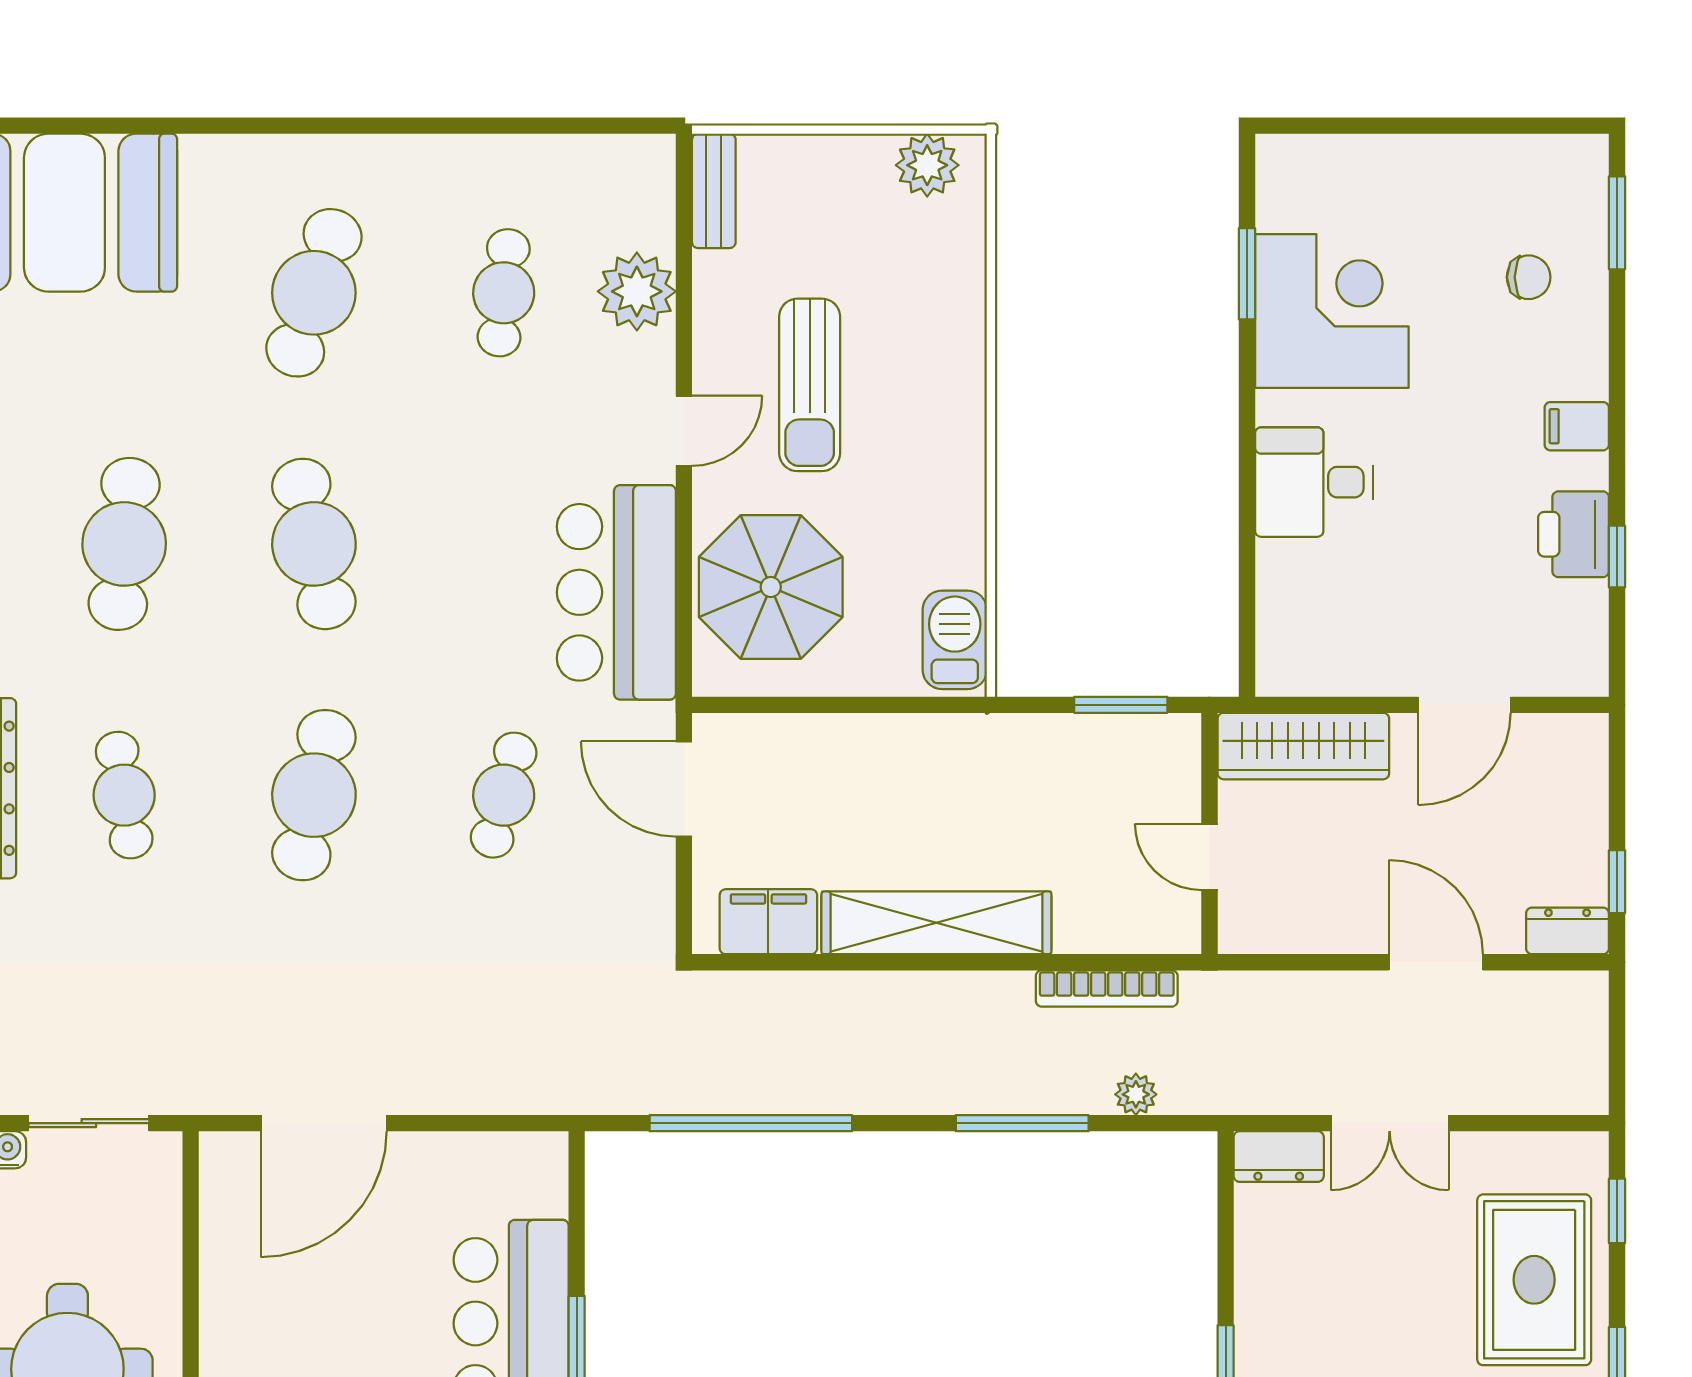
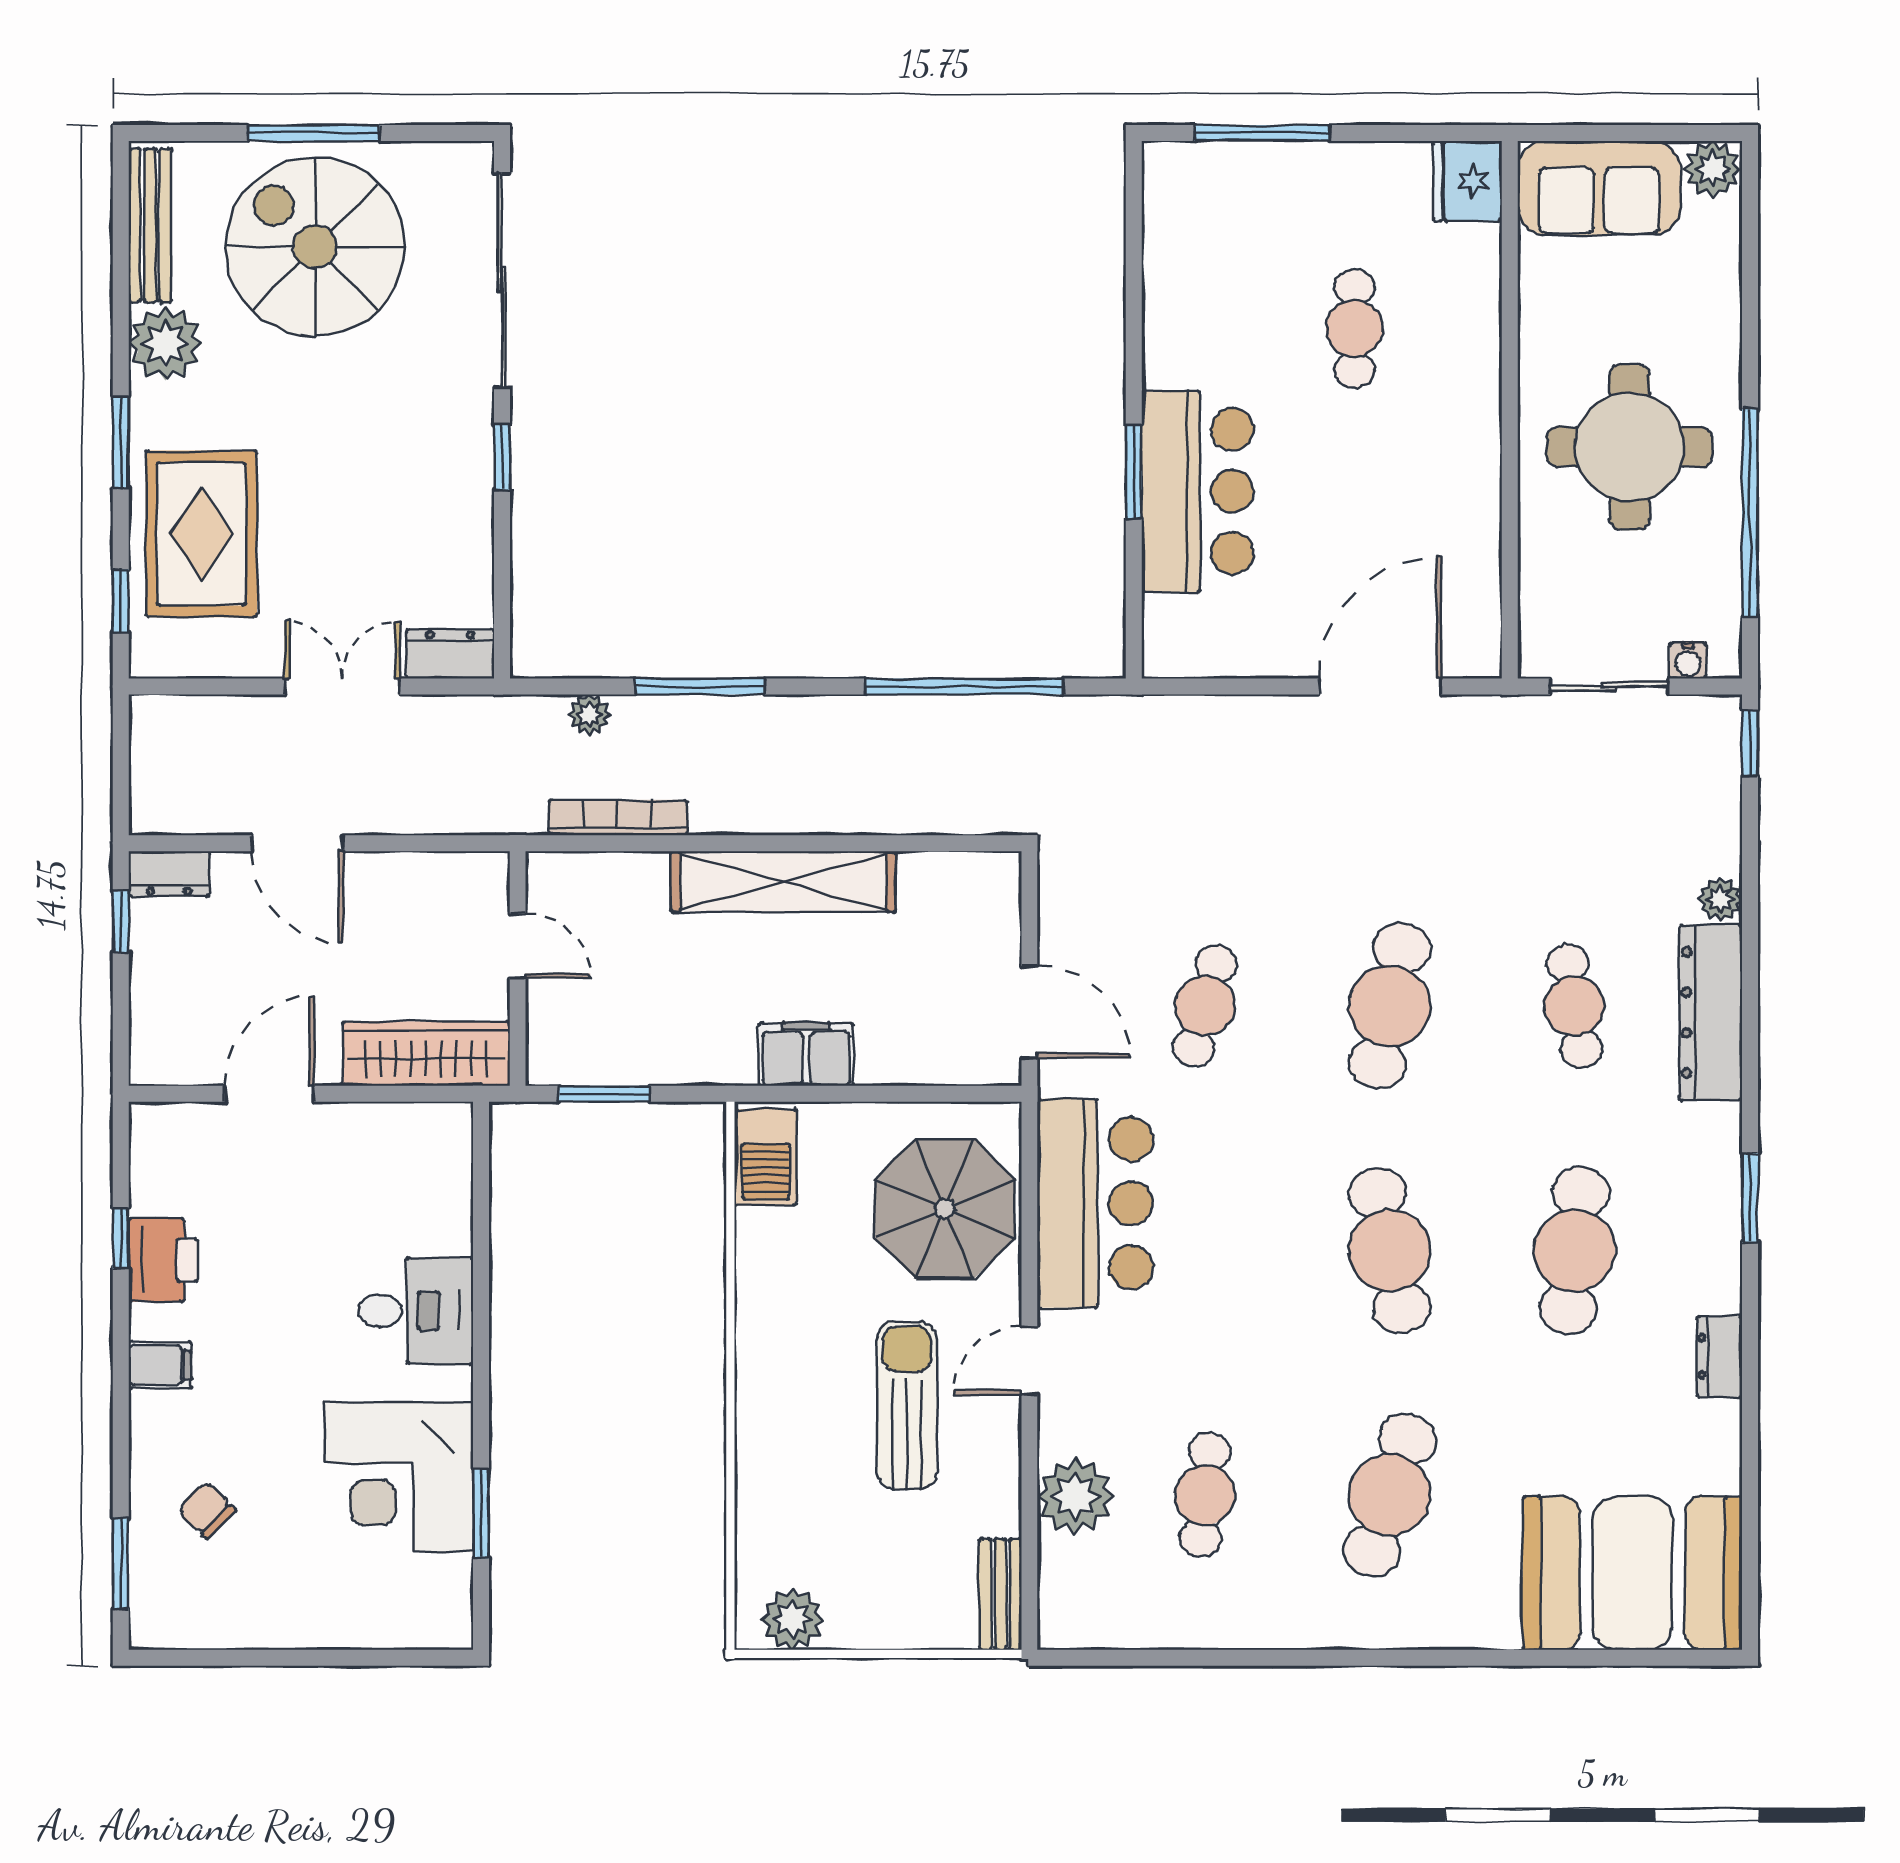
chair: (1529, 277) -> (207, 1510), turned 45
filing cabinet: (768, 922) -> (806, 1054), moved, turned 180

